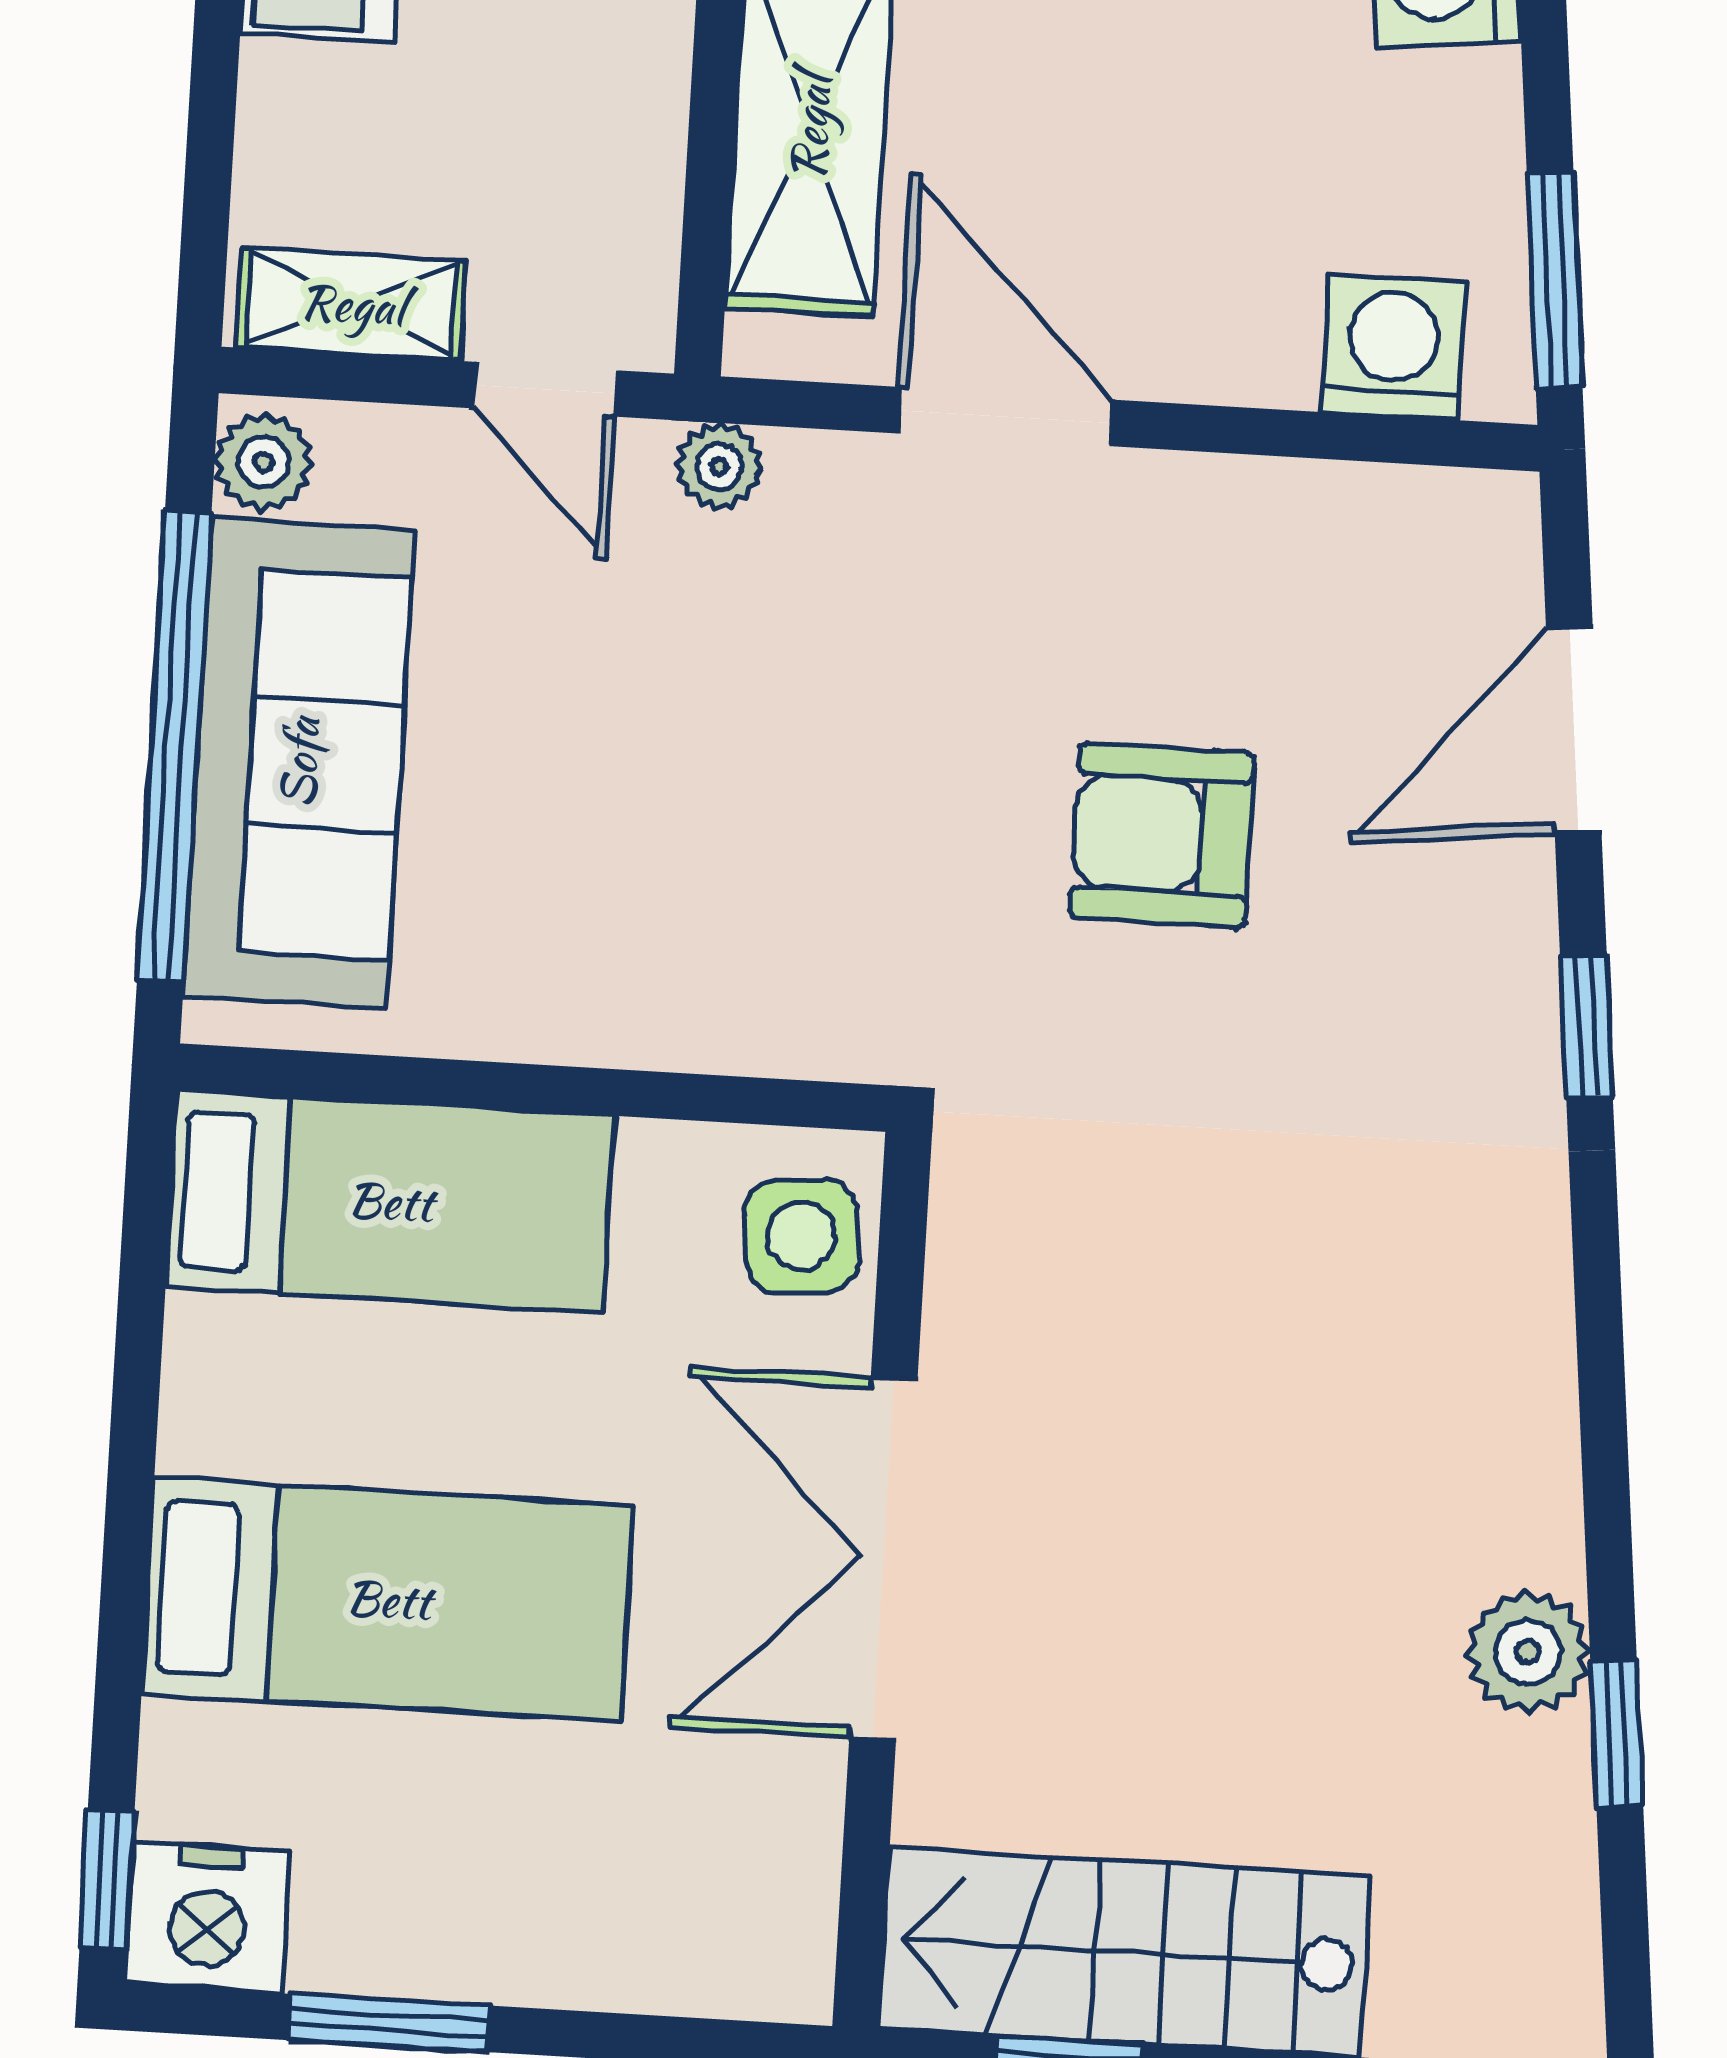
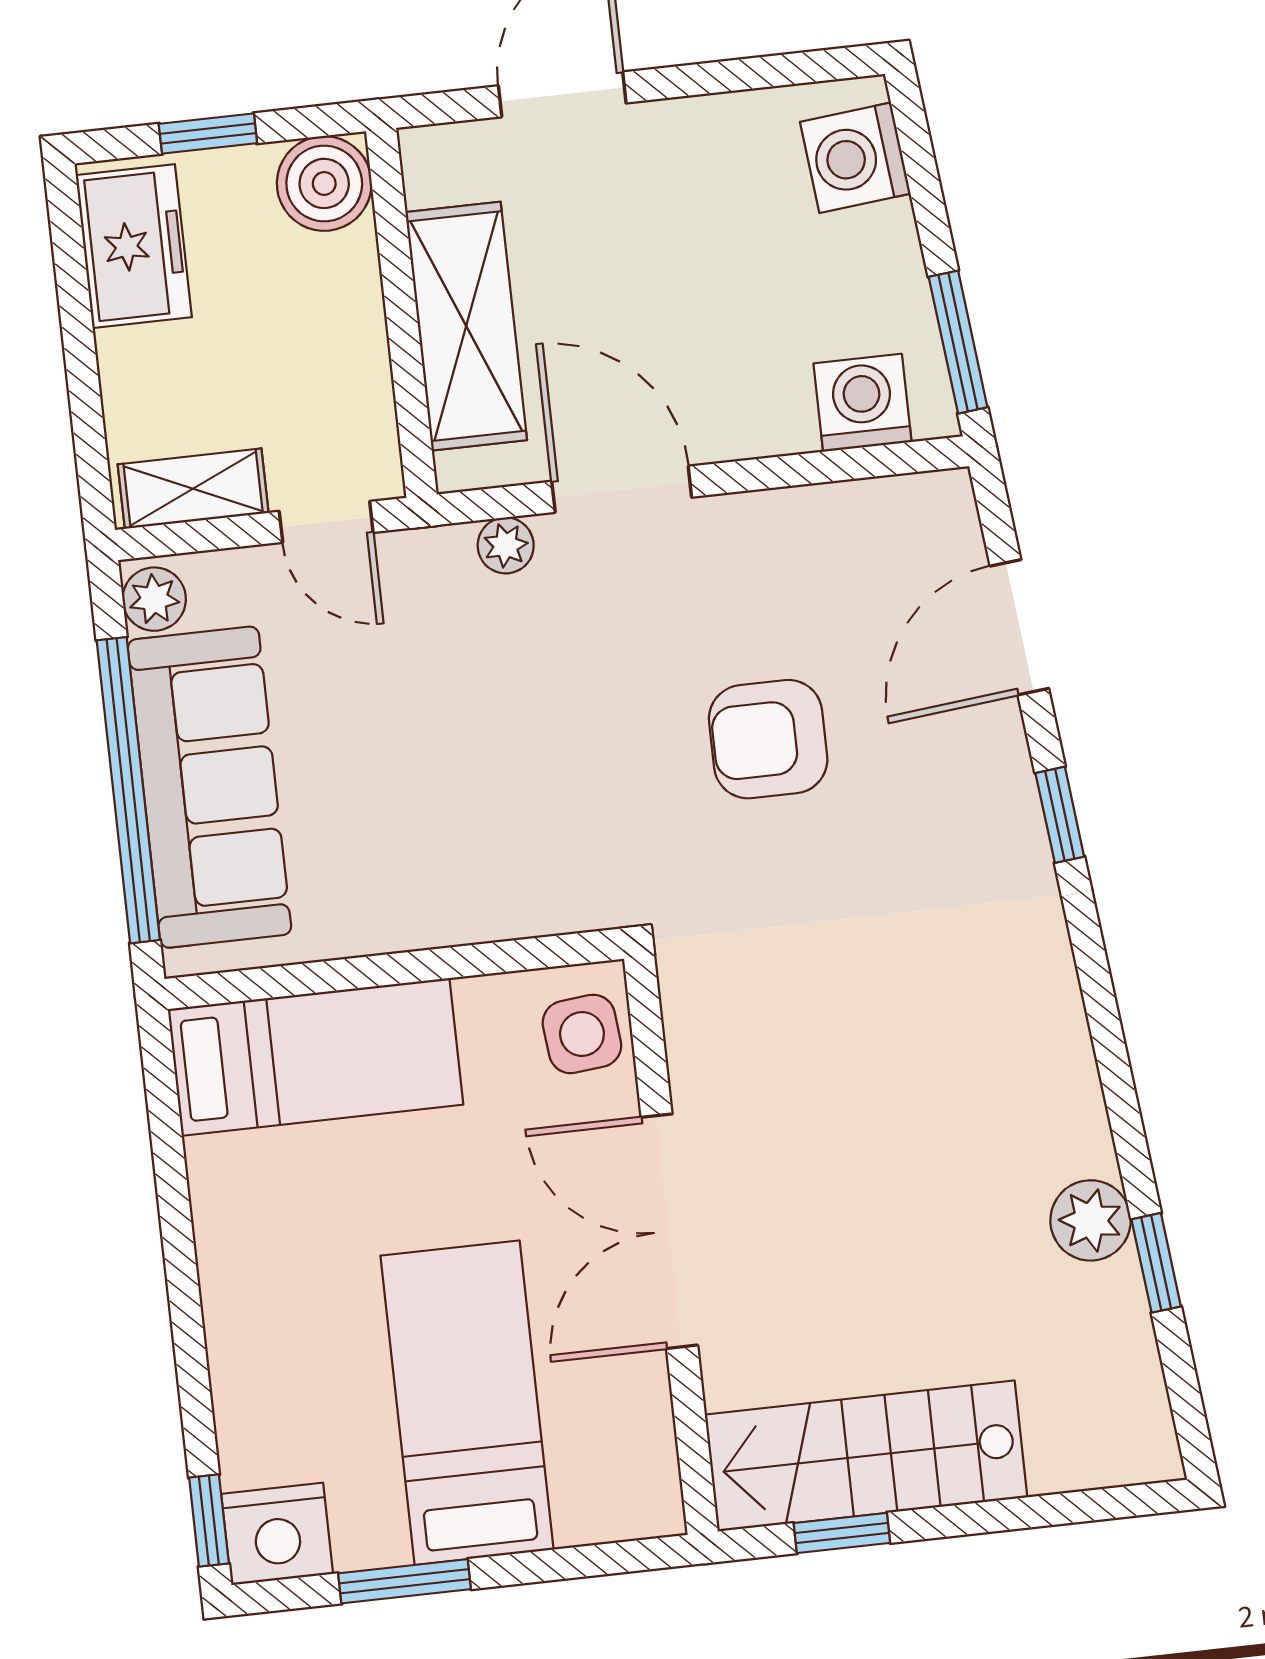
plant: (719, 466) -> (506, 545), moved
bed: (388, 1599) -> (467, 1403), moved, turned -90

